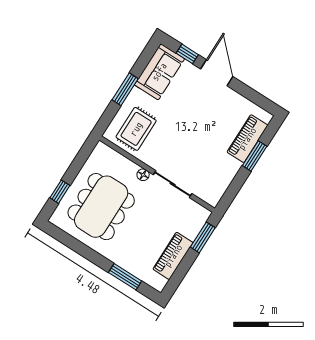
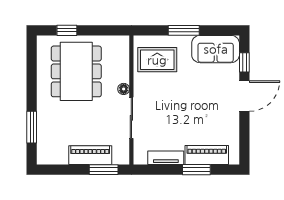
tv unit: (227, 176) -> (166, 158), added
dining table: (101, 207) -> (76, 71), turned 90
piano: (173, 256) -> (90, 155), moved

